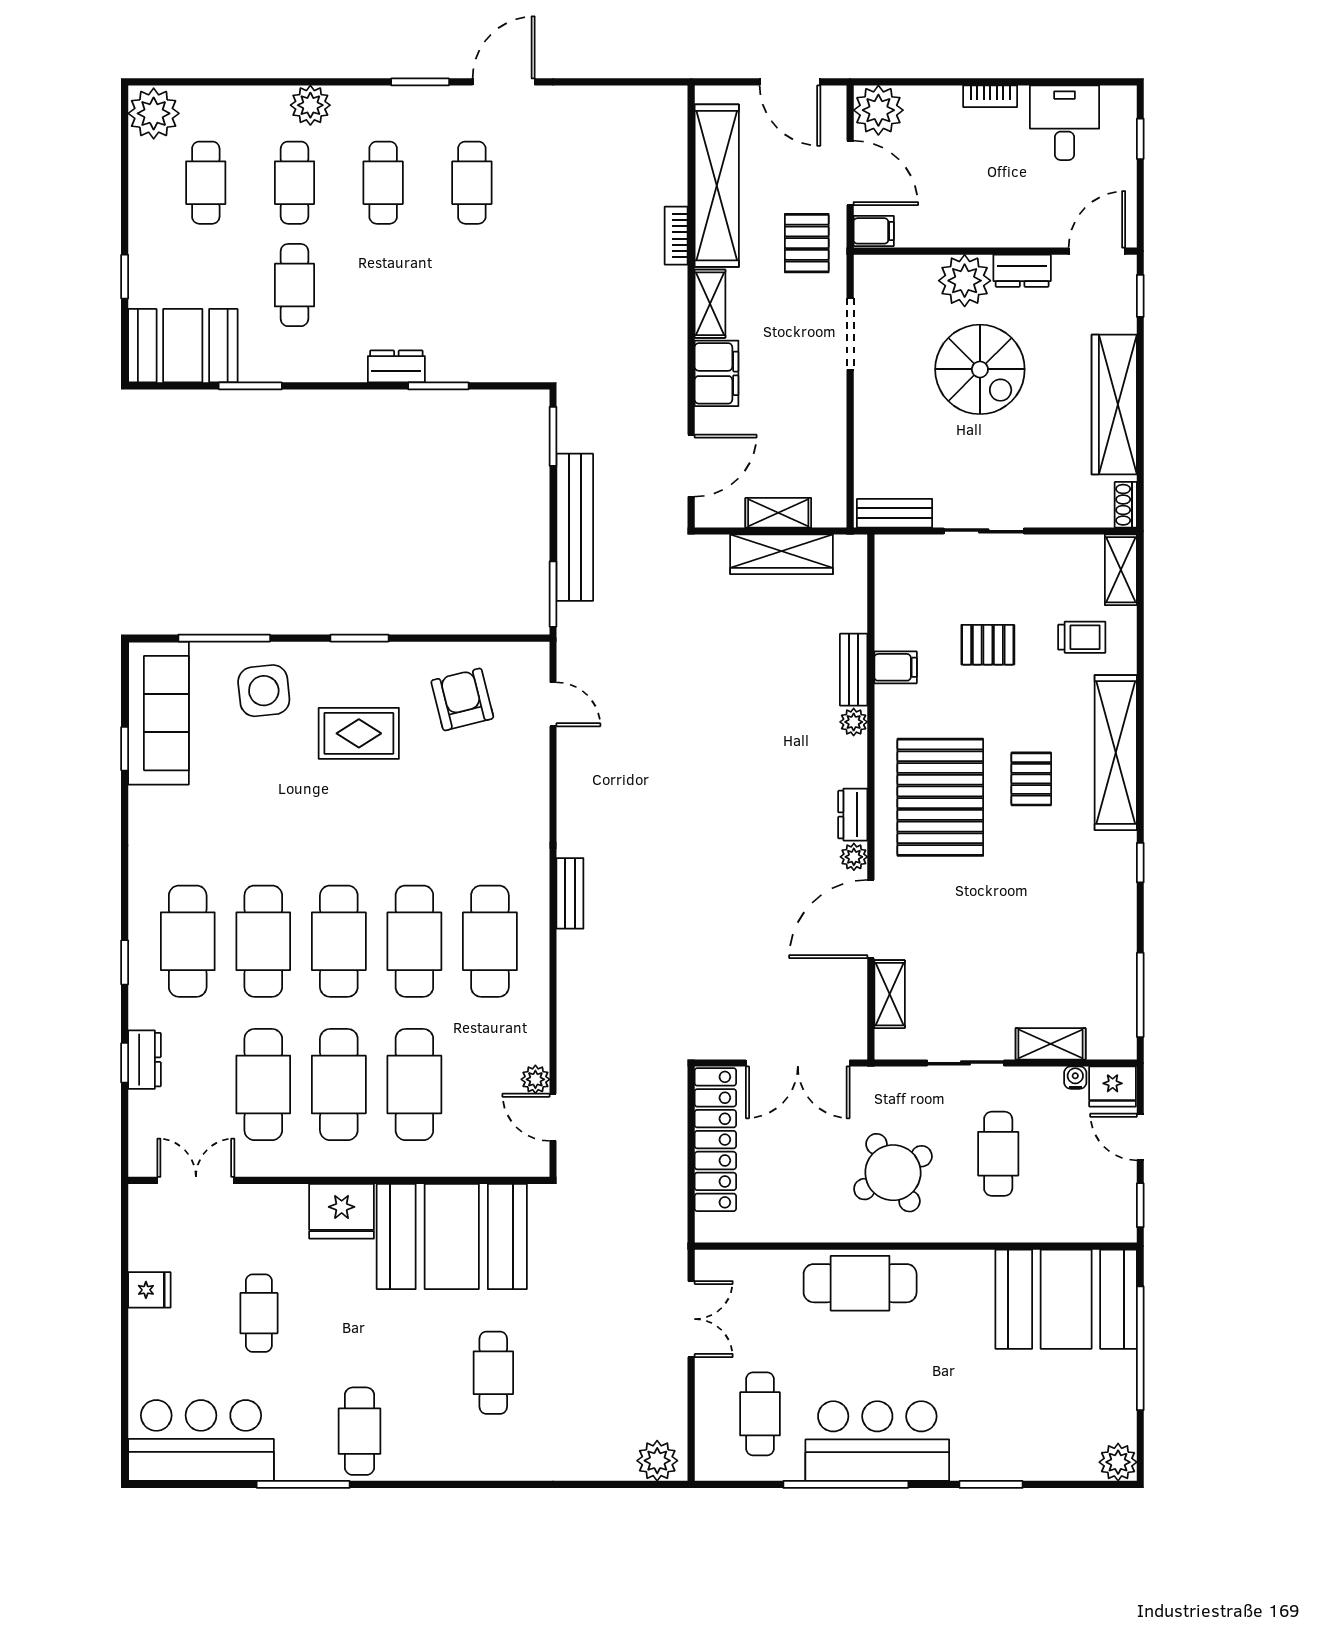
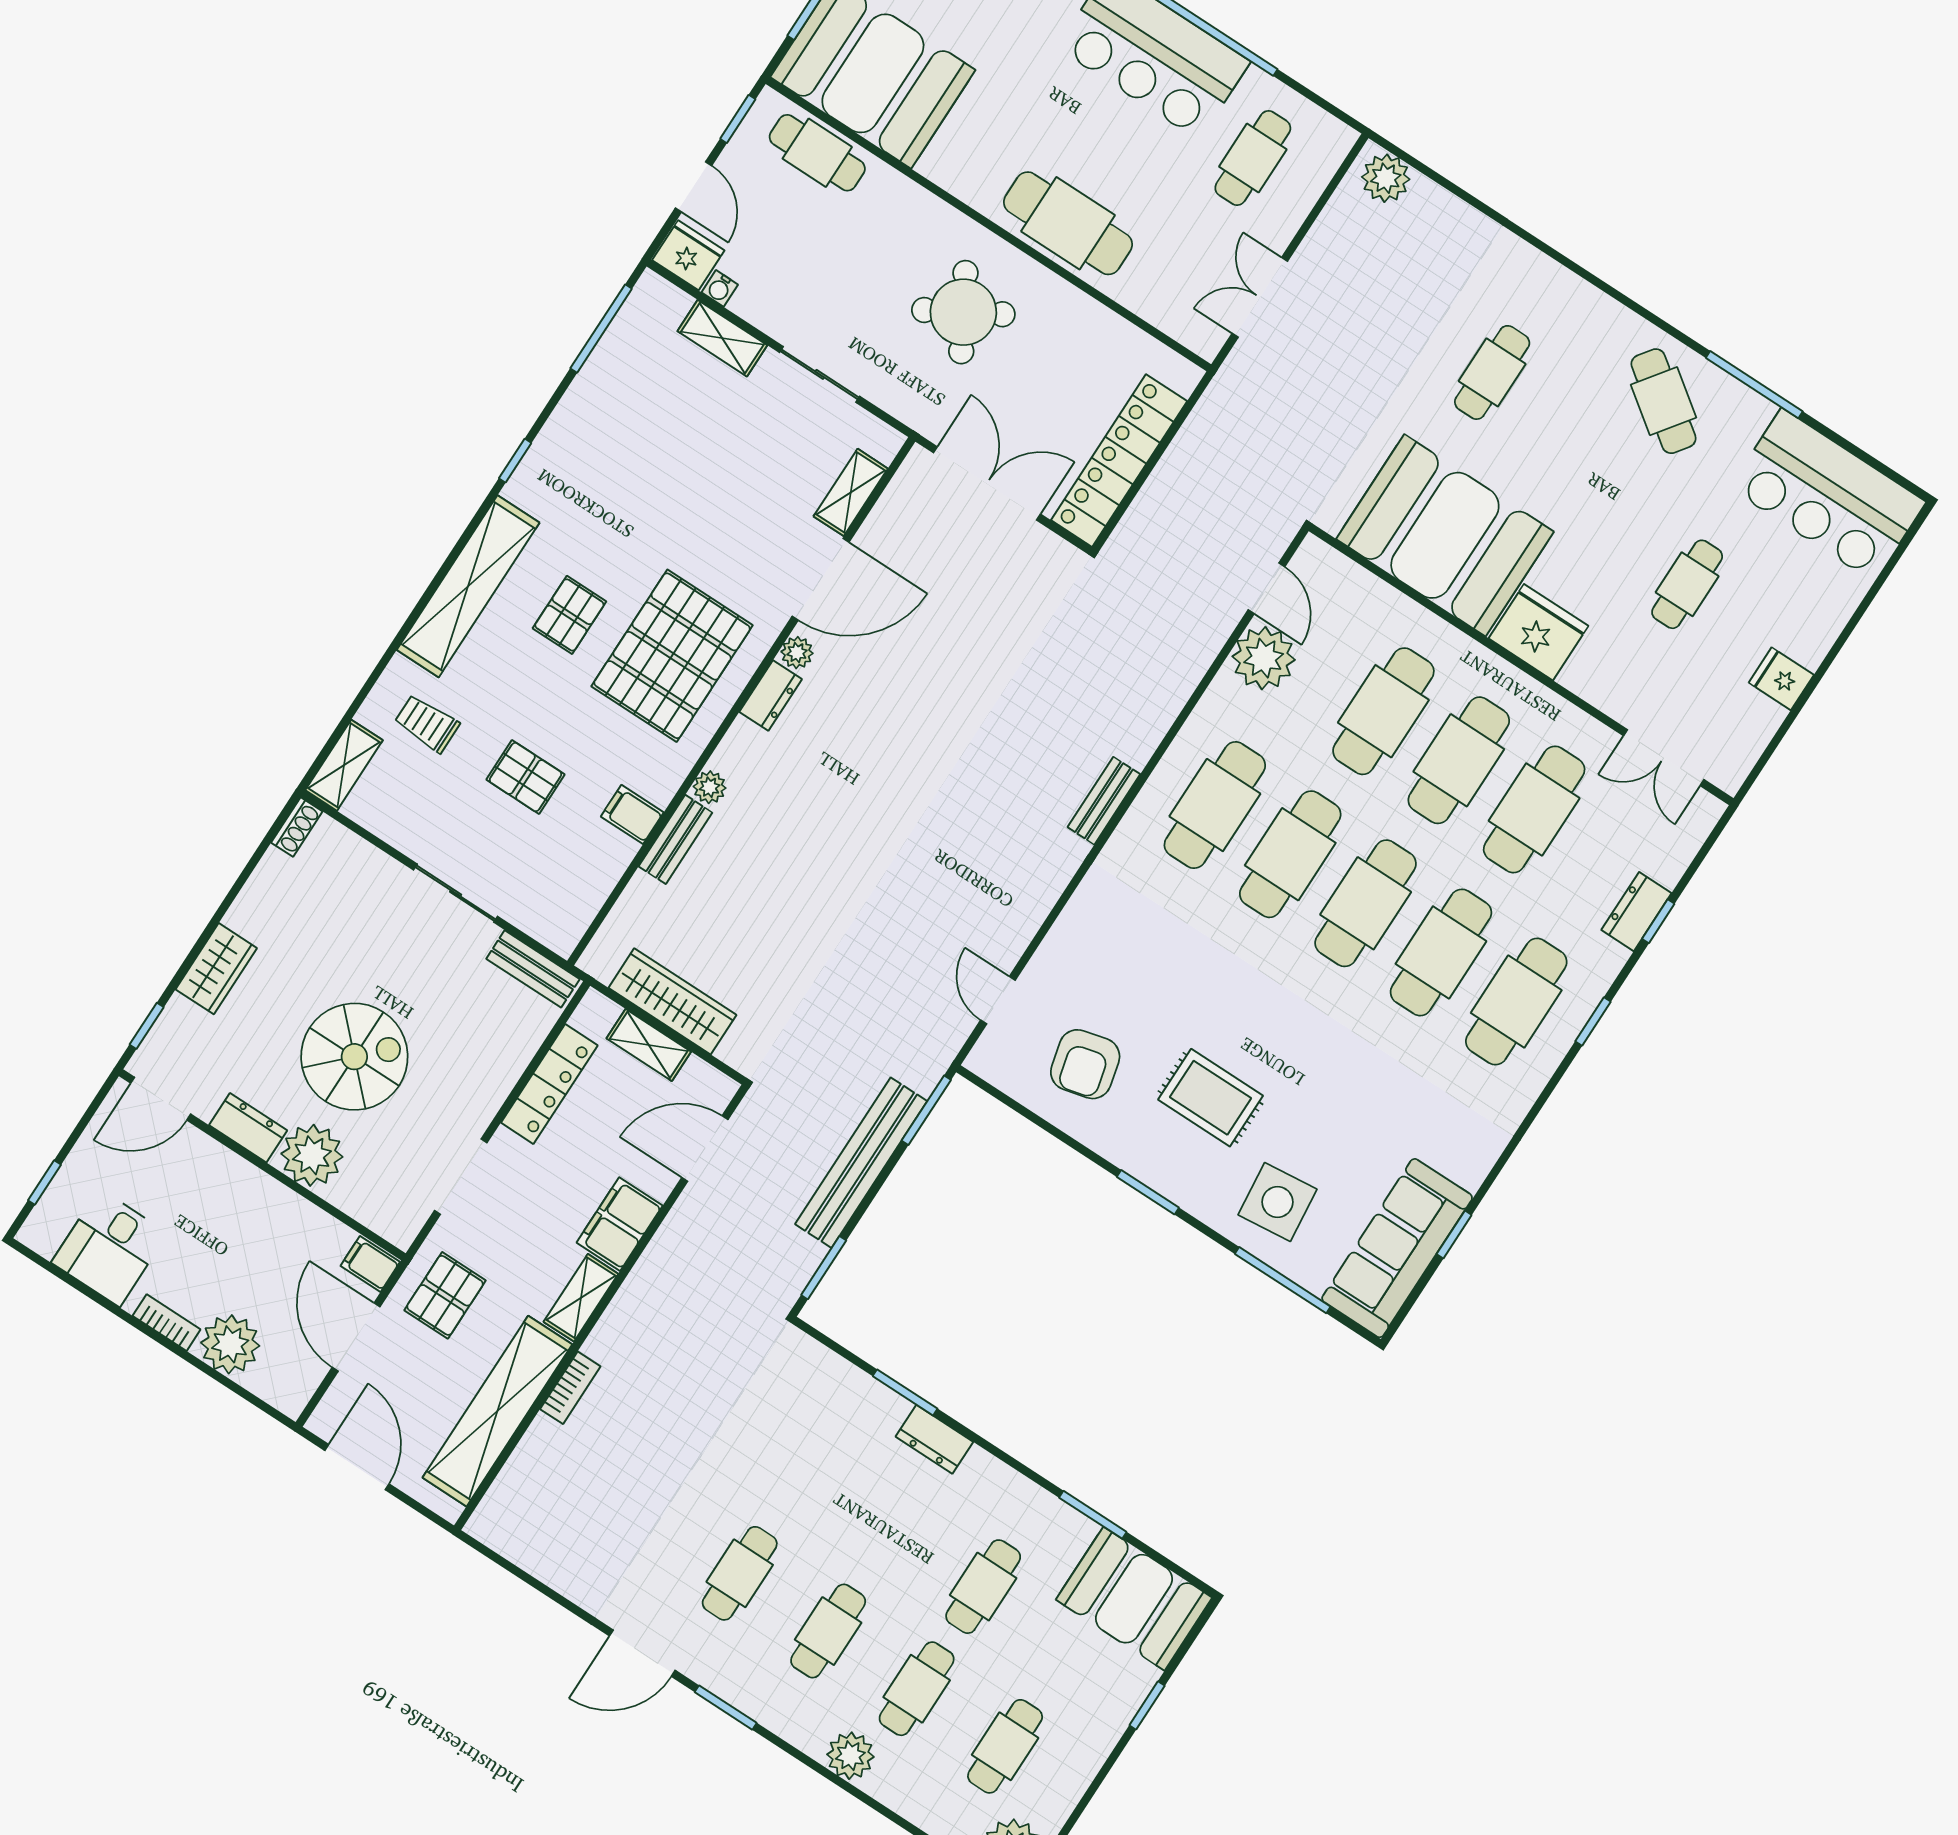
plant: (878, 110) -> (230, 1344), moved
spiral stairs: (980, 369) -> (354, 1057), turned 90
wardrobe: (1114, 405) -> (216, 969), width x0.48, depth x0.85
locker: (830, 440) -> (549, 1084), added
plant: (535, 1079) -> (1264, 658), width x1.88, depth x1.88
cafe table: (998, 1154) -> (817, 153), moved, turned 90
cafe table: (359, 1431) -> (1664, 401), turned -54

